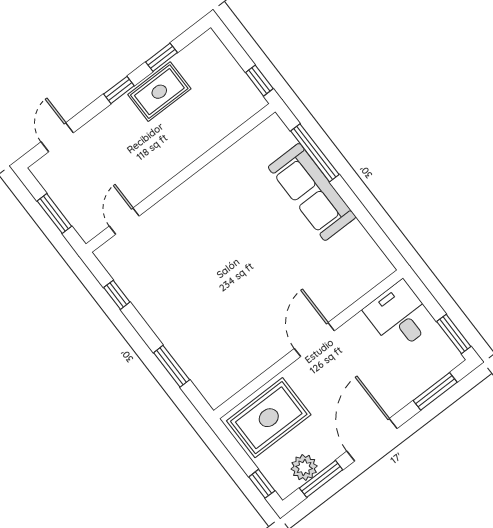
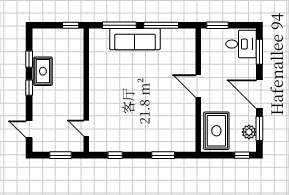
window: (363, 215) -> (161, 25), added
desk: (399, 316) -> (241, 44), moved, turned 180
window: (454, 334) -> (218, 25), moved

